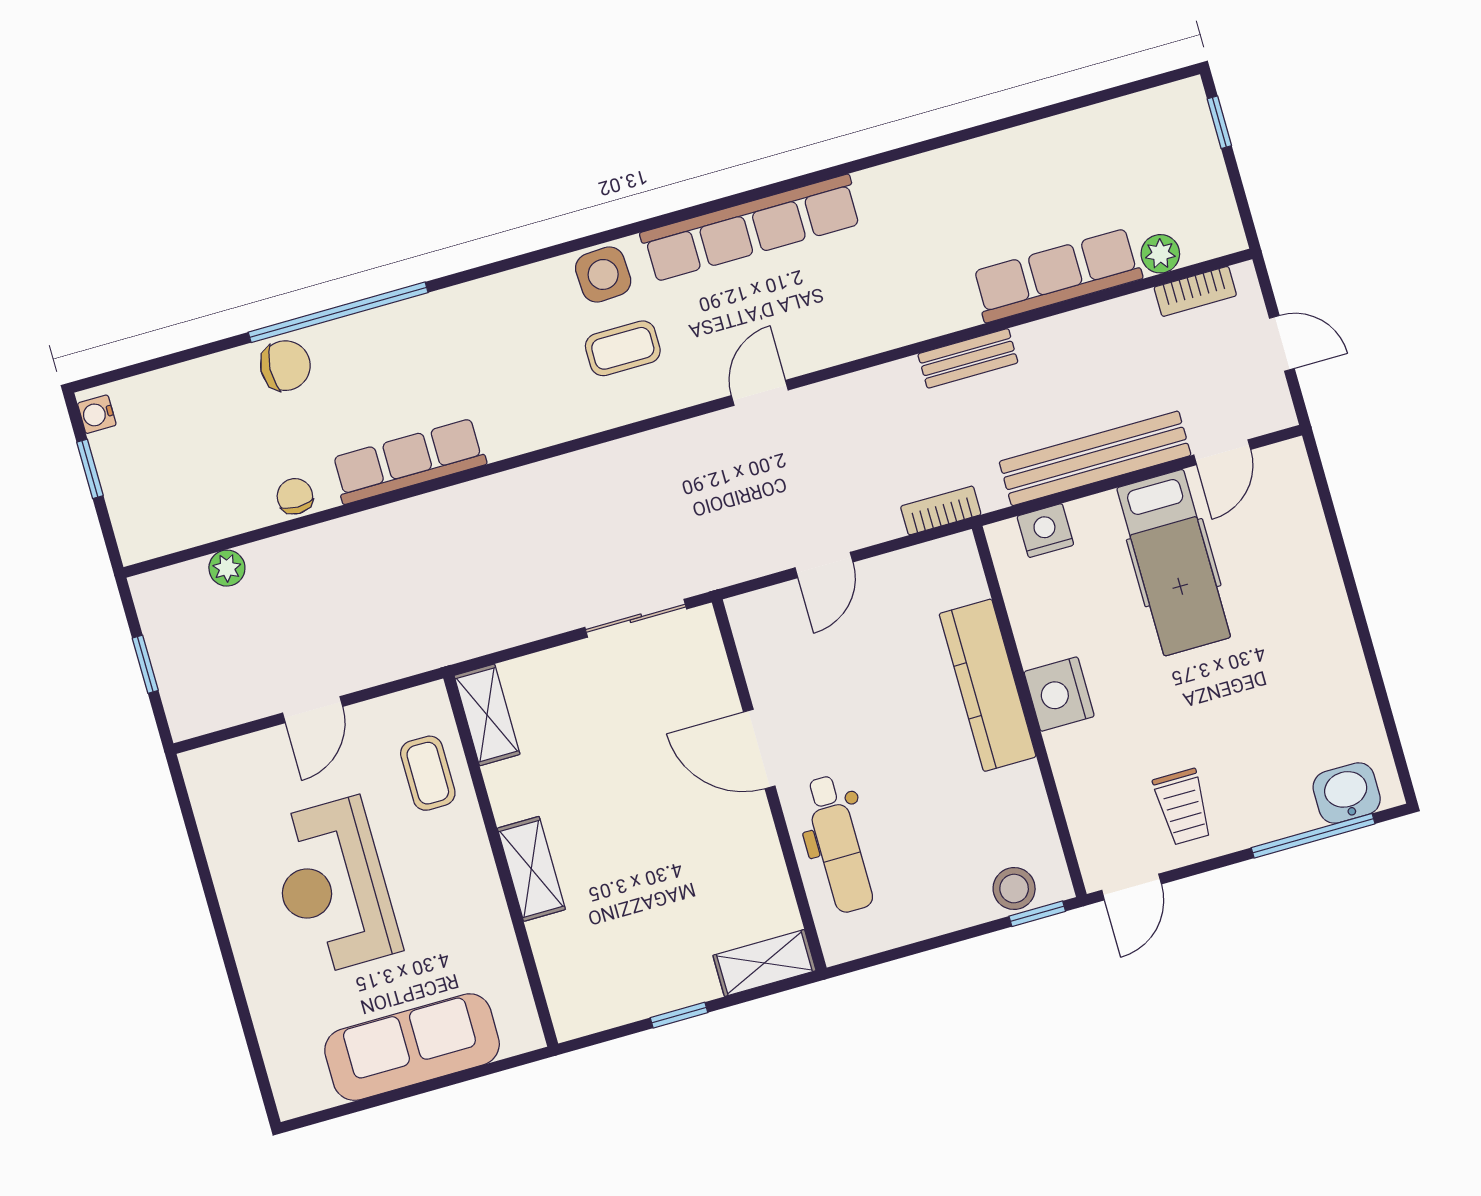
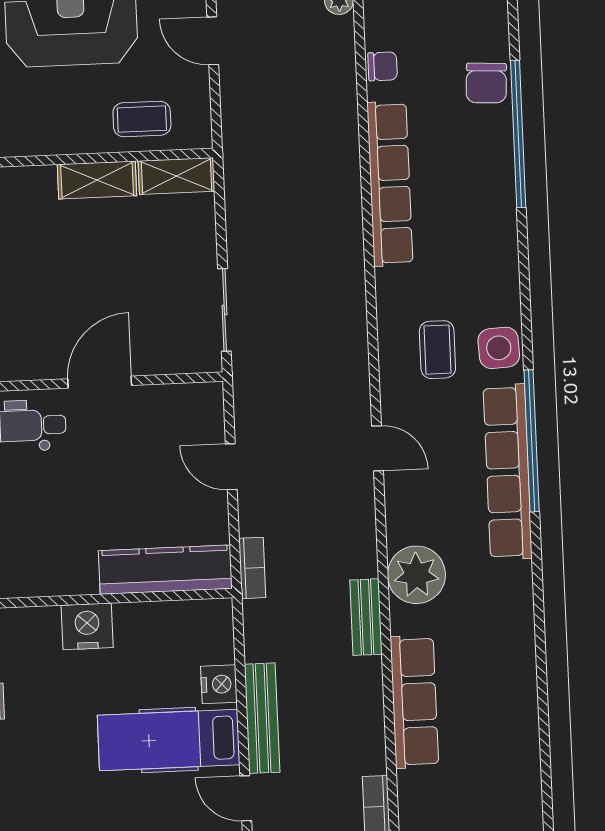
window: (707, 208) -> (532, 441), added
plant: (1160, 254) -> (416, 575), moved, width x1.87, depth x1.87
bench: (1095, 458) -> (262, 718), width x0.73, depth x0.82
row of seats: (409, 461) -> (390, 184), width x1.36
nightstand: (1045, 531) -> (219, 684), moved
kitchen counter: (988, 685) -> (165, 570), moved
shelving: (531, 869) -> (97, 180), moved

